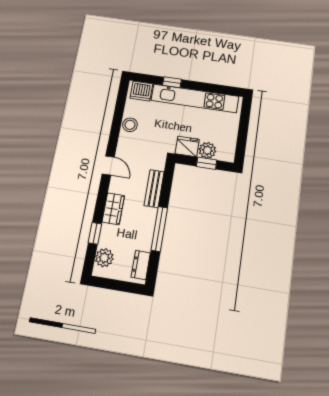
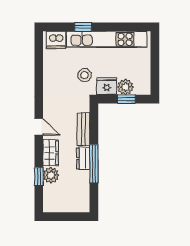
stool: (130, 125) -> (84, 75), moved
door: (108, 165) -> (39, 127), moved
plant: (104, 258) -> (51, 175), moved
dresser: (141, 265) -> (83, 159), moved

